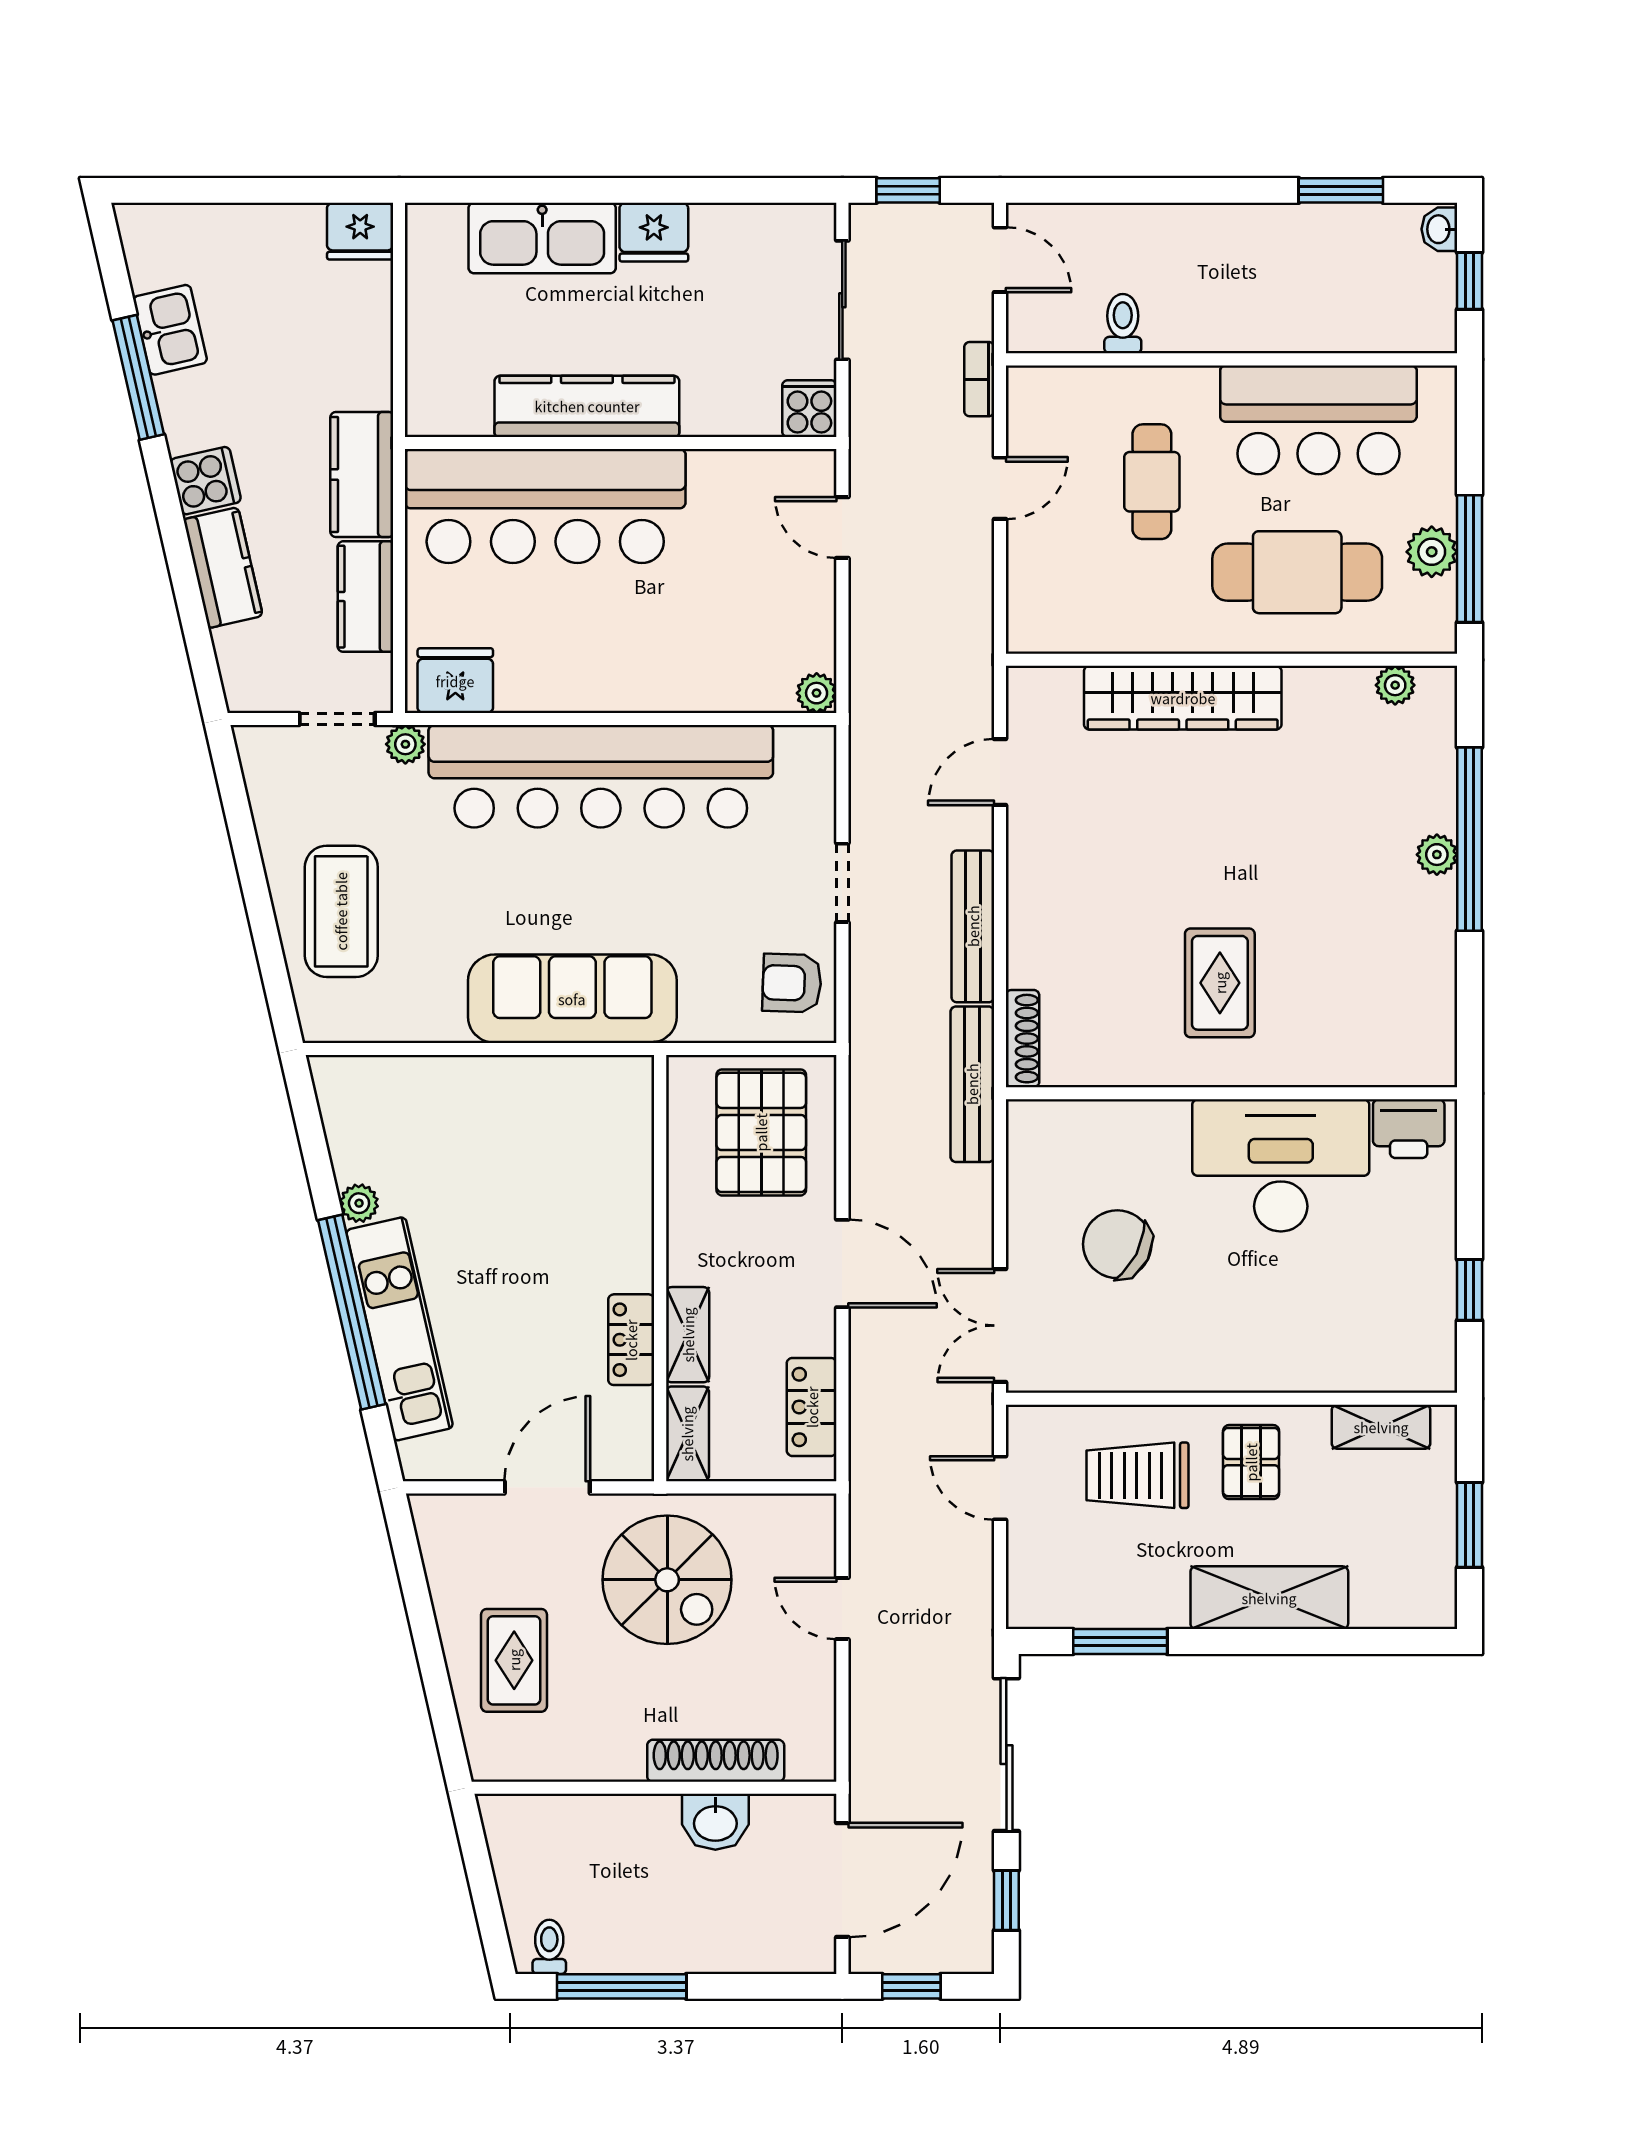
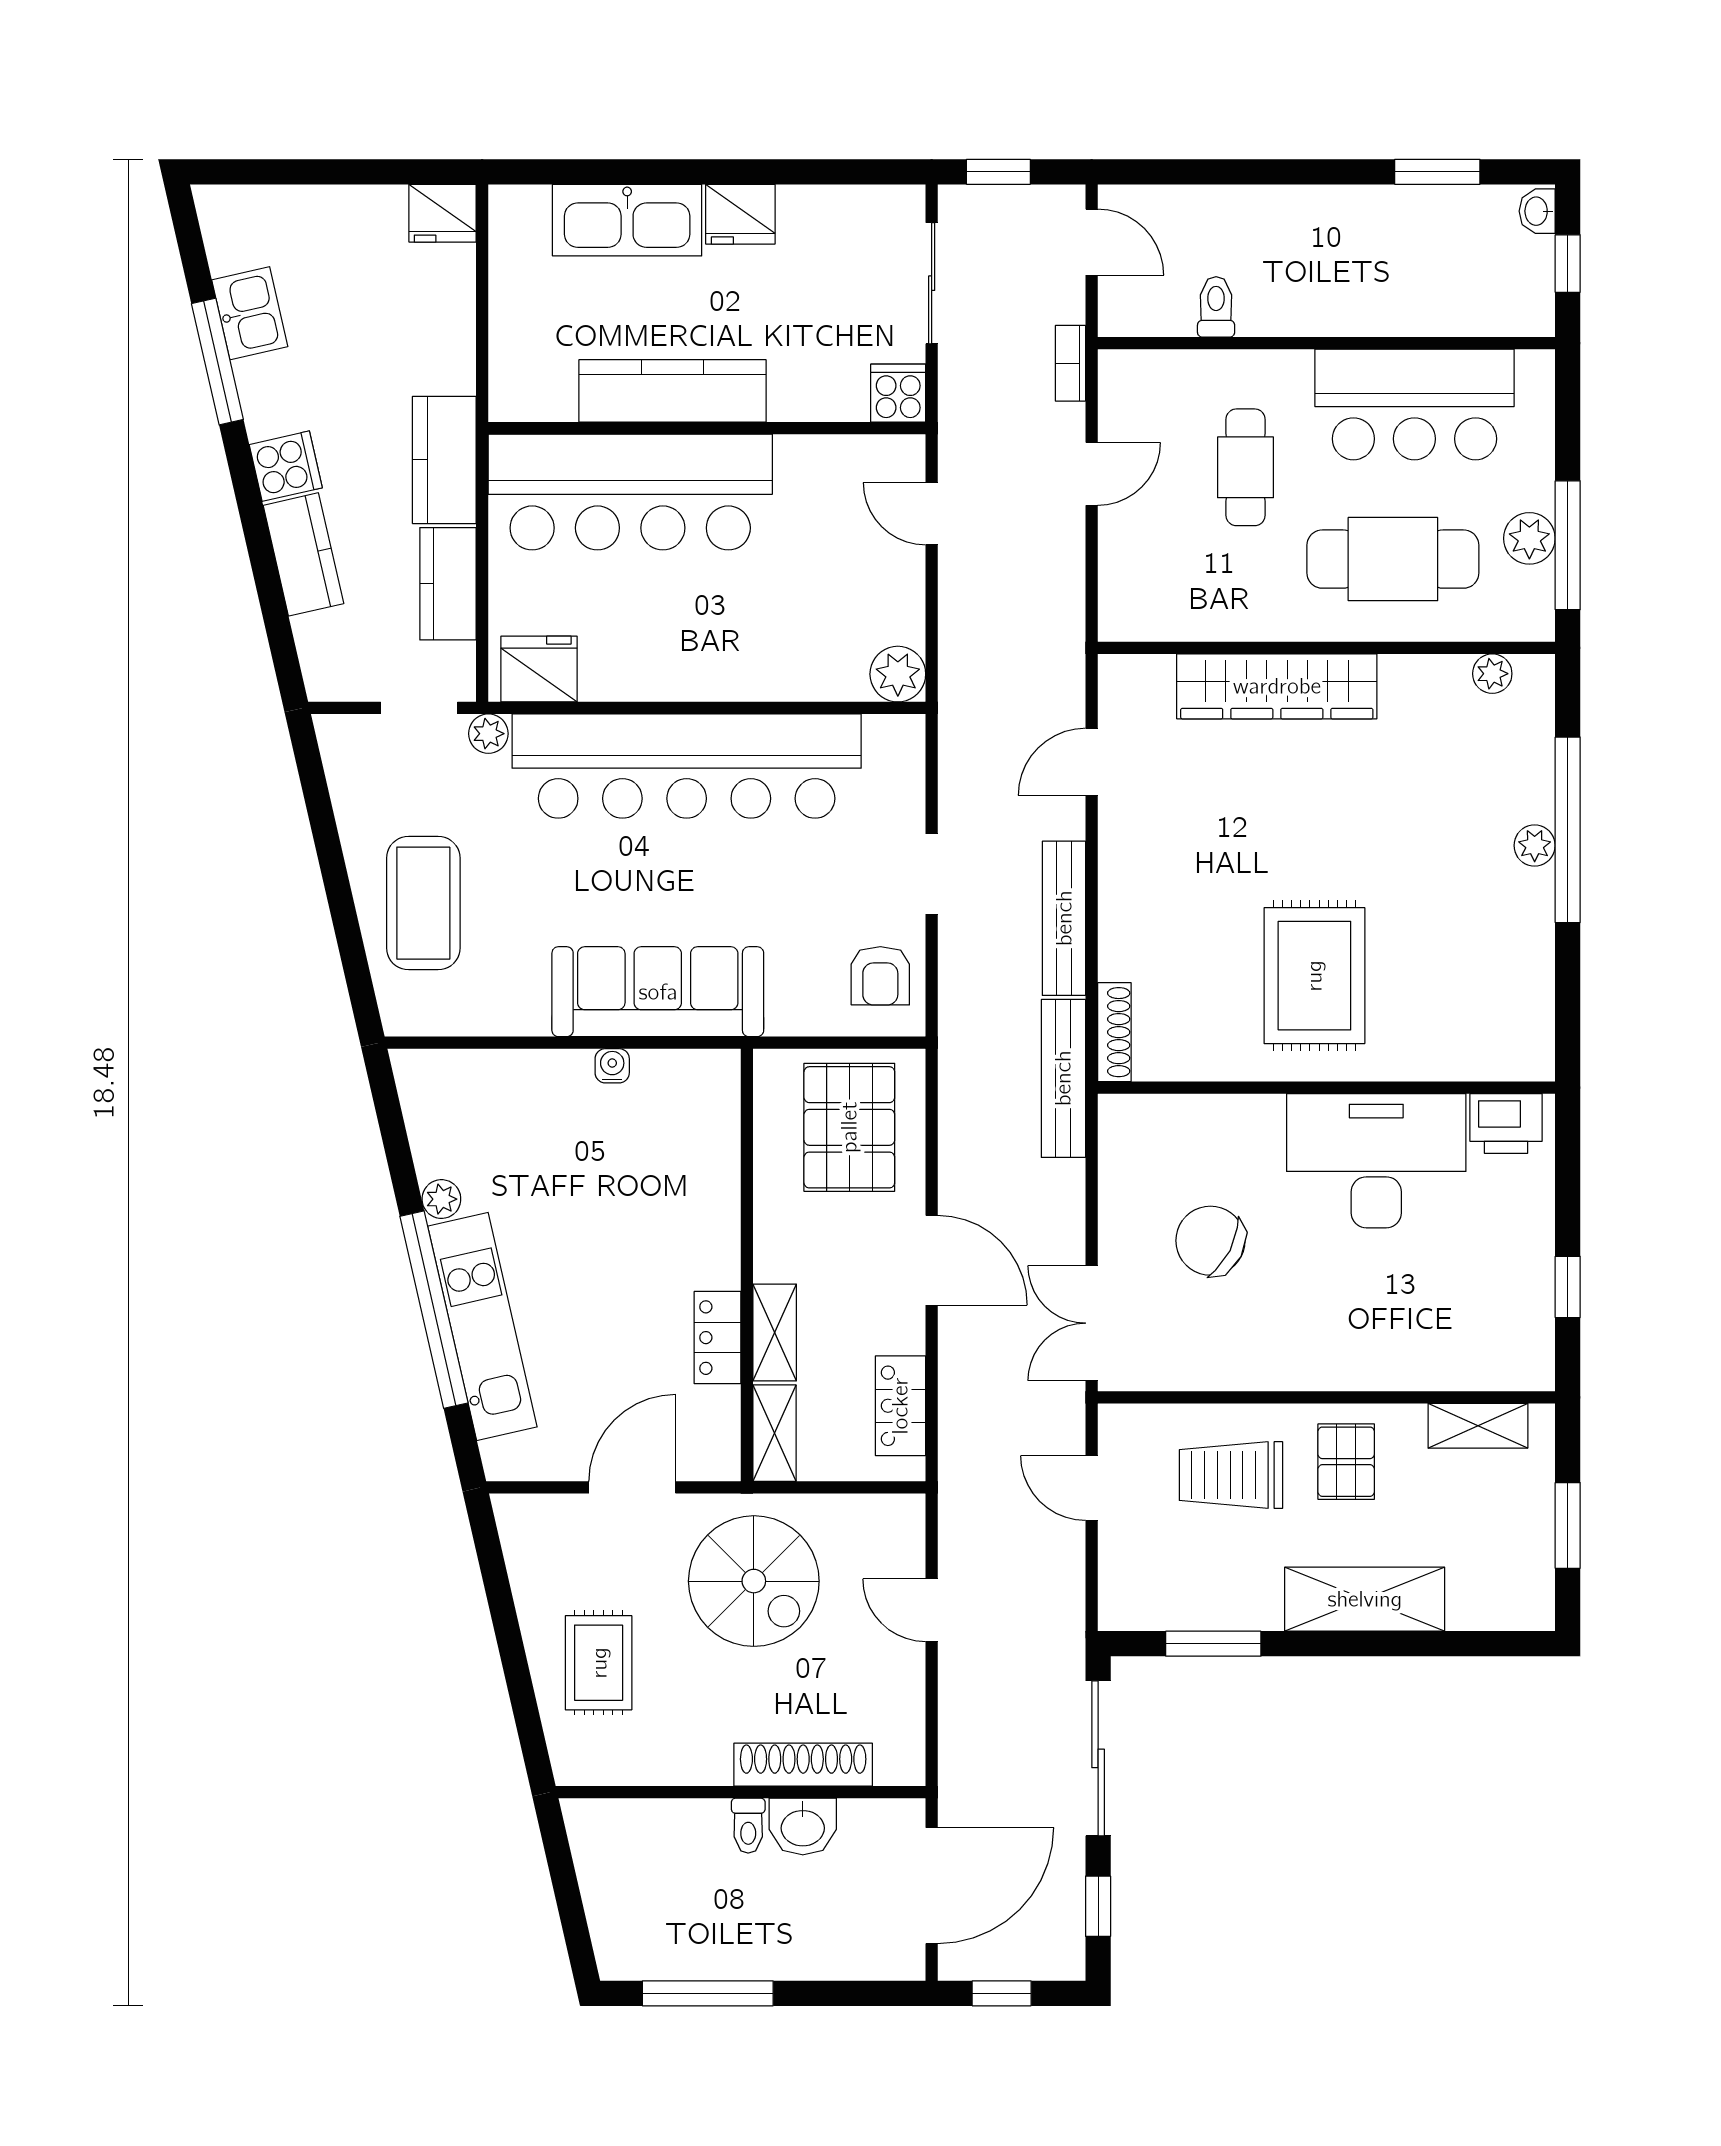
plant: (817, 693) -> (898, 674), width x1.38, depth x1.38
armchair: (792, 983) -> (880, 976), turned -92
rug: (1220, 983) -> (1314, 976), width x1.36, depth x1.43
water cooler: (527, 1072) -> (612, 1066), added
toilet: (549, 1947) -> (748, 1826), moved, turned 180

